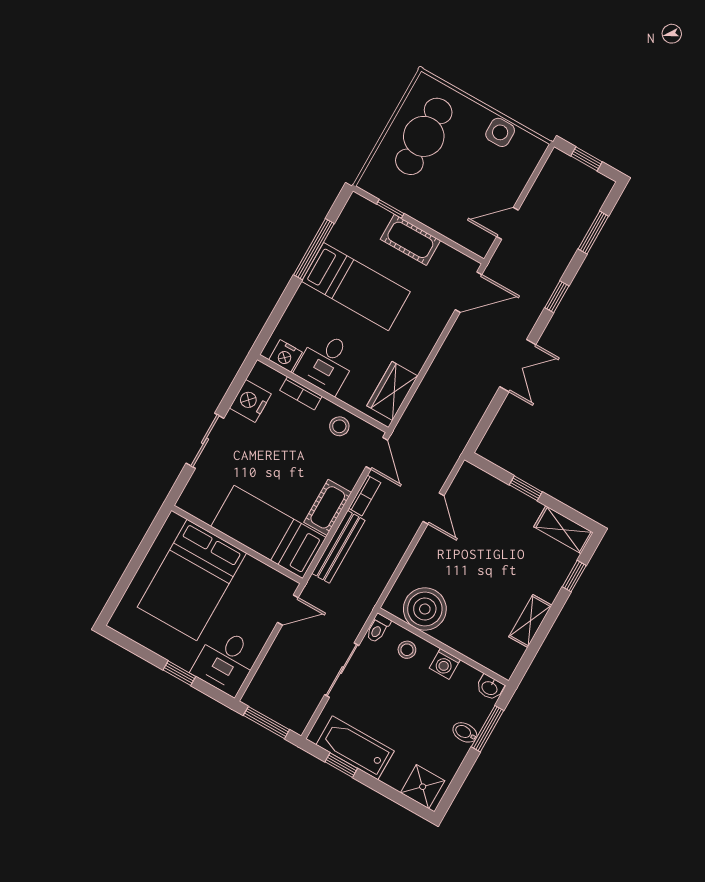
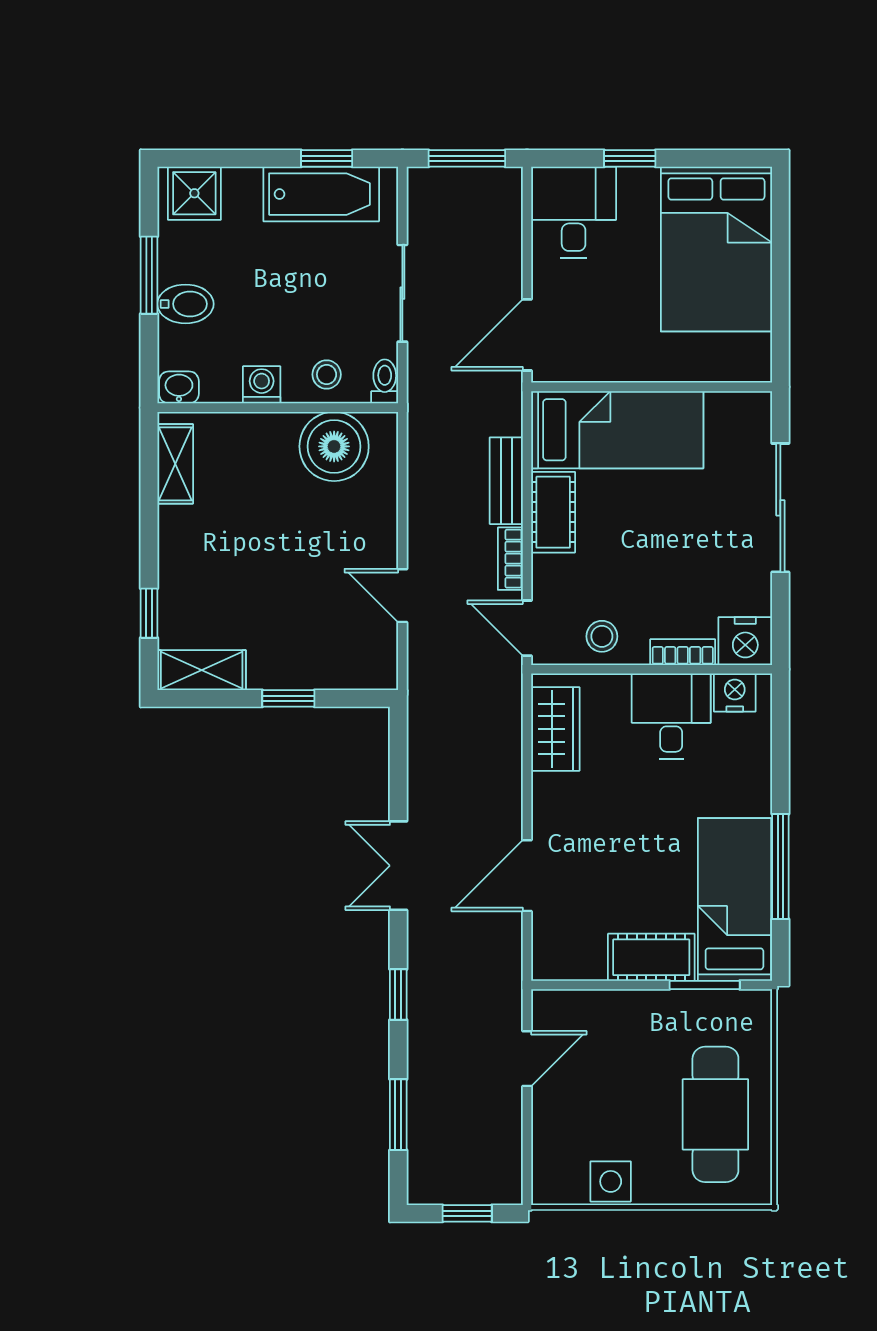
window: (390, 209) -> (705, 985), width x1.50
bed: (356, 287) -> (734, 899), moved, turned 90
door: (468, 292) -> (527, 876), moved
nightstand: (250, 401) -> (745, 641), moved, turned 90
sliding door: (205, 441) -> (780, 508), width x1.37
bench: (338, 547) -> (506, 481), width x0.73
bed: (192, 580) -> (716, 249), moved, turned 180
door: (288, 610) -> (527, 335), width x1.38
shelving: (530, 621) -> (175, 464), moved
window: (488, 729) -> (149, 275), moved
bidet: (465, 732) -> (185, 304), width x1.38, depth x1.36

